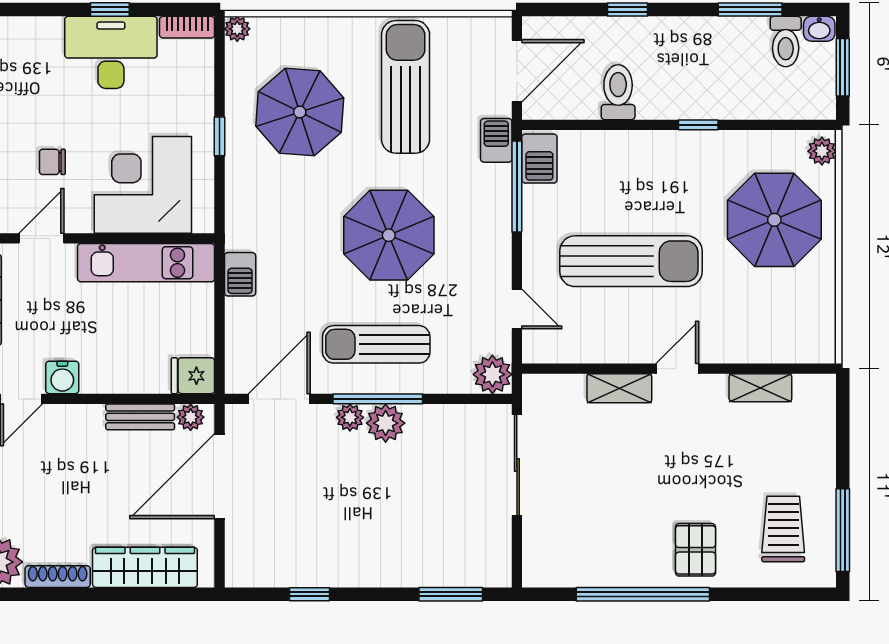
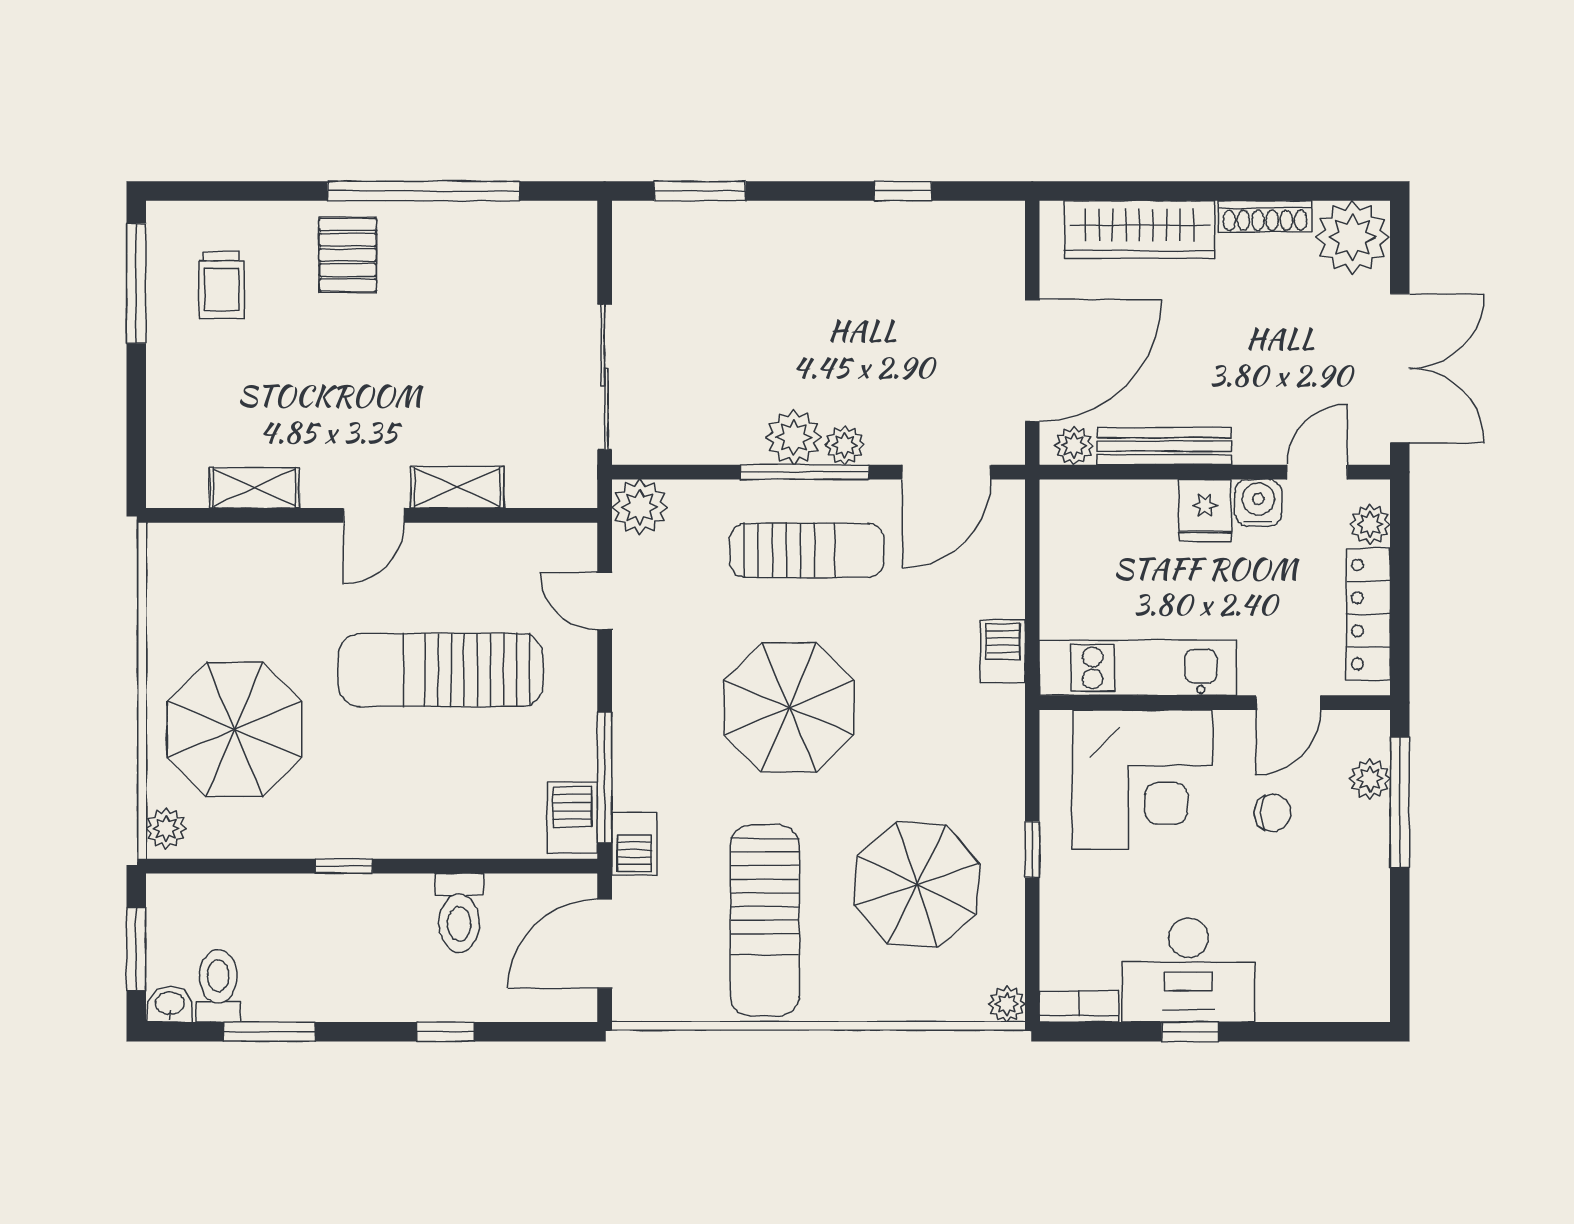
fridge: (193, 376) -> (1205, 510), moved, turned 90
bench: (140, 417) -> (1164, 446), width x1.36
trolley: (783, 529) -> (222, 285), width x0.73, depth x0.72

